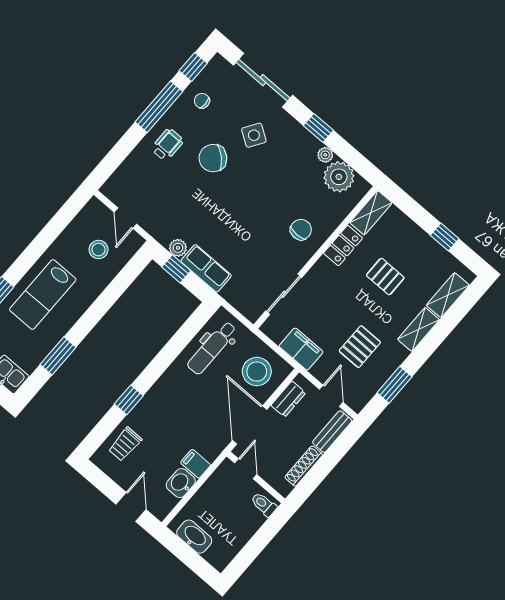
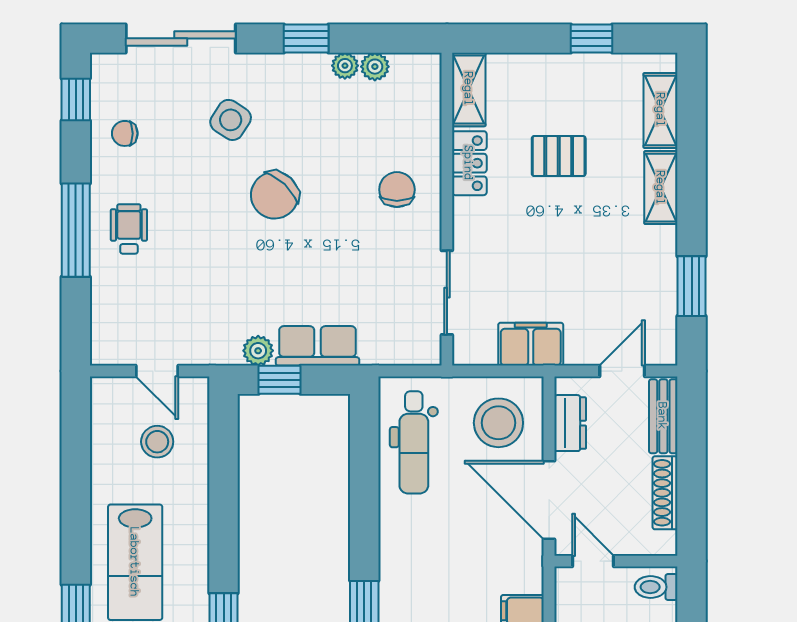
window: (159, 107) -> (76, 230), moved
chair: (213, 158) -> (275, 195), moved
plant: (339, 177) -> (375, 67), width x0.53, depth x0.53
pallet: (360, 347) -> (604, 275), removed
door: (331, 396) -> (622, 371), hinge flipped

